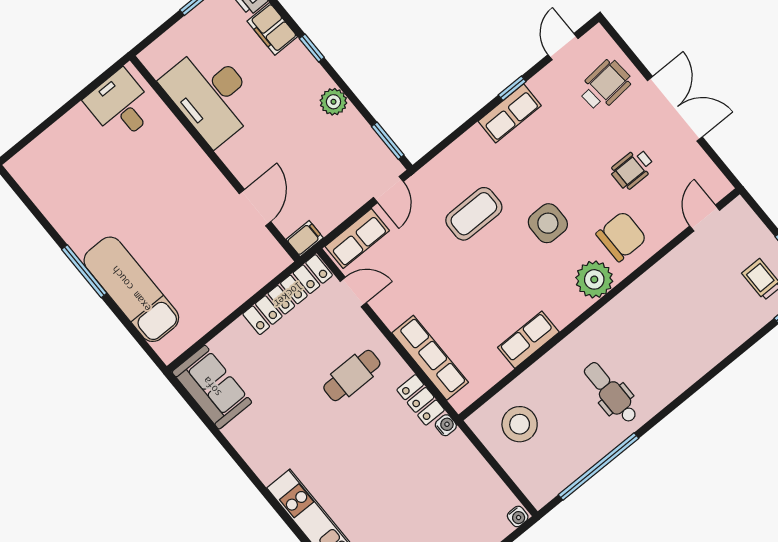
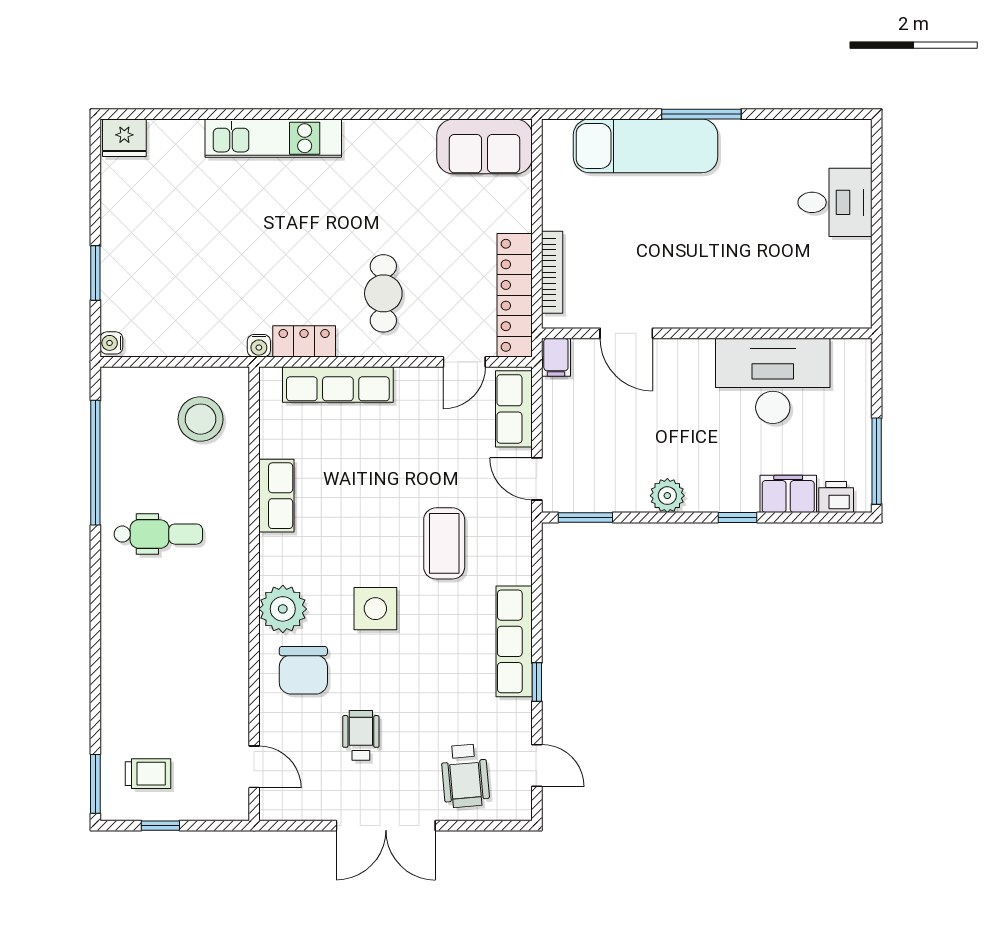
desk: (121, 105) -> (835, 202), moved
row of seats: (510, 113) -> (514, 641), width x1.48
bookcase: (255, 283) -> (552, 272), added

